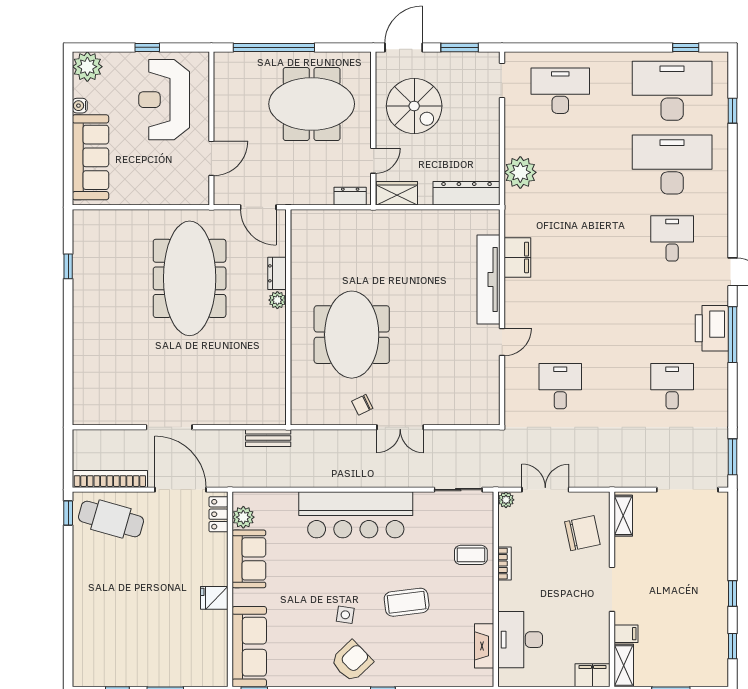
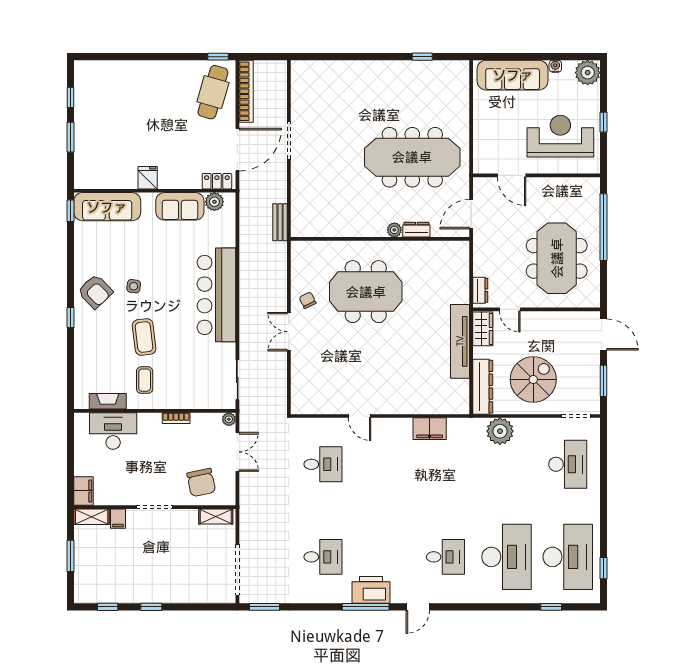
spiral stairs: (414, 106) -> (533, 379), moved, turned 180
tv unit: (489, 279) -> (460, 341), moved, turned -90
coffee table: (471, 555) -> (145, 380), moved

